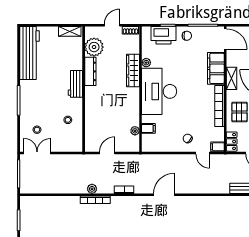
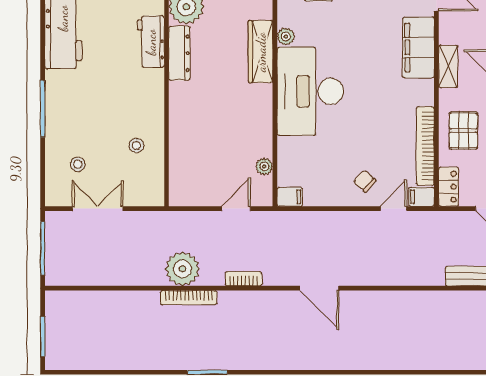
workbench: (75, 84) -> (151, 42), moved
bookcase: (219, 106) -> (425, 146), moved
filing cabinet: (148, 128) -> (290, 197), moved
double door: (37, 153) -> (98, 209), moved
door: (107, 153) -> (236, 209), moved
door: (203, 153) -> (393, 209), swing flipped
plant: (92, 189) -> (182, 269), width x1.87, depth x1.87
door: (164, 195) -> (319, 288), swing flipped

